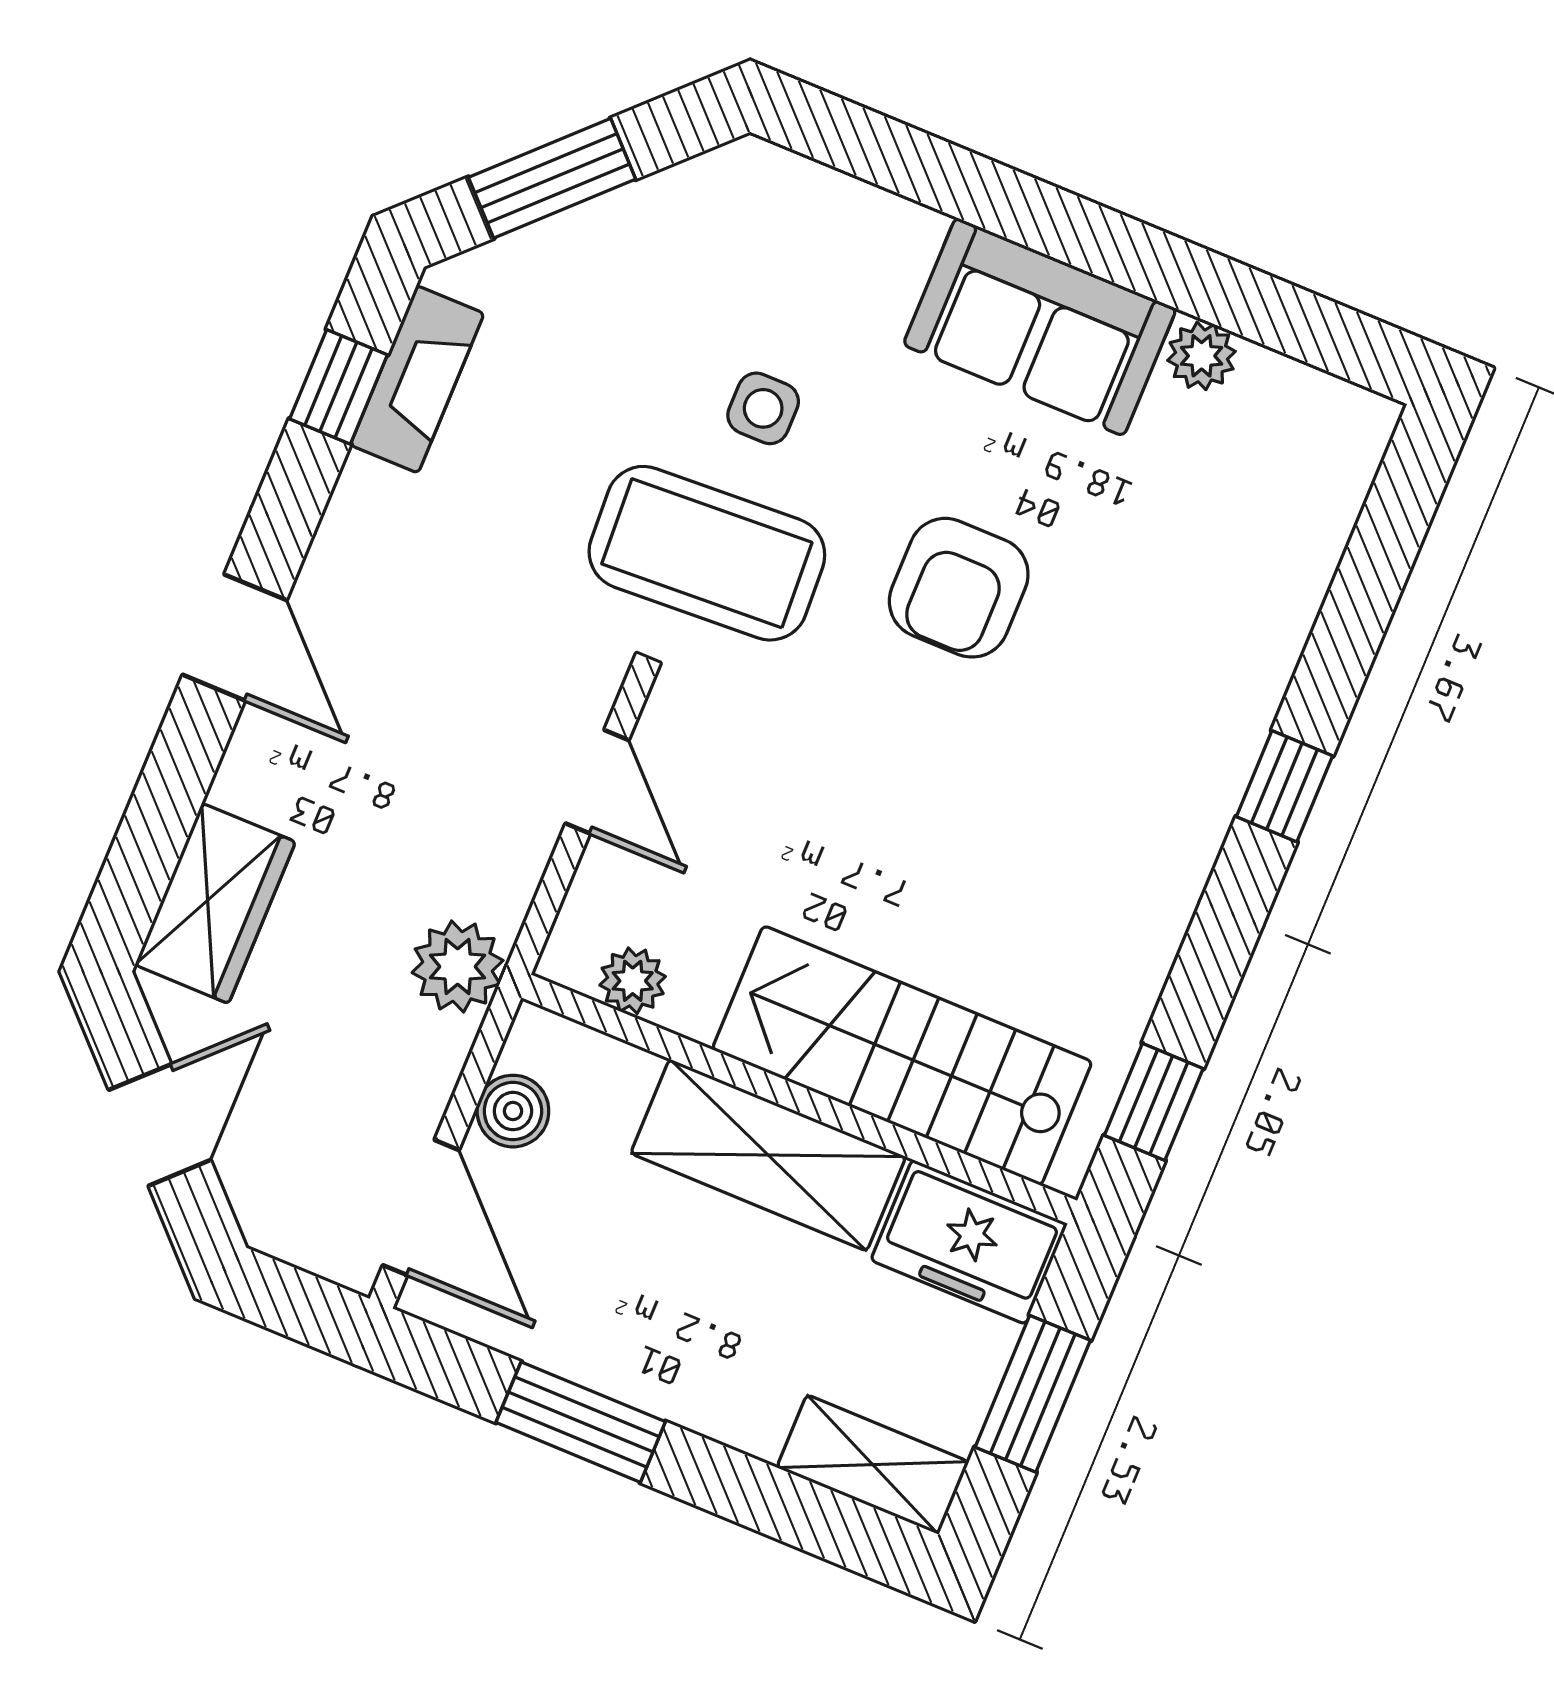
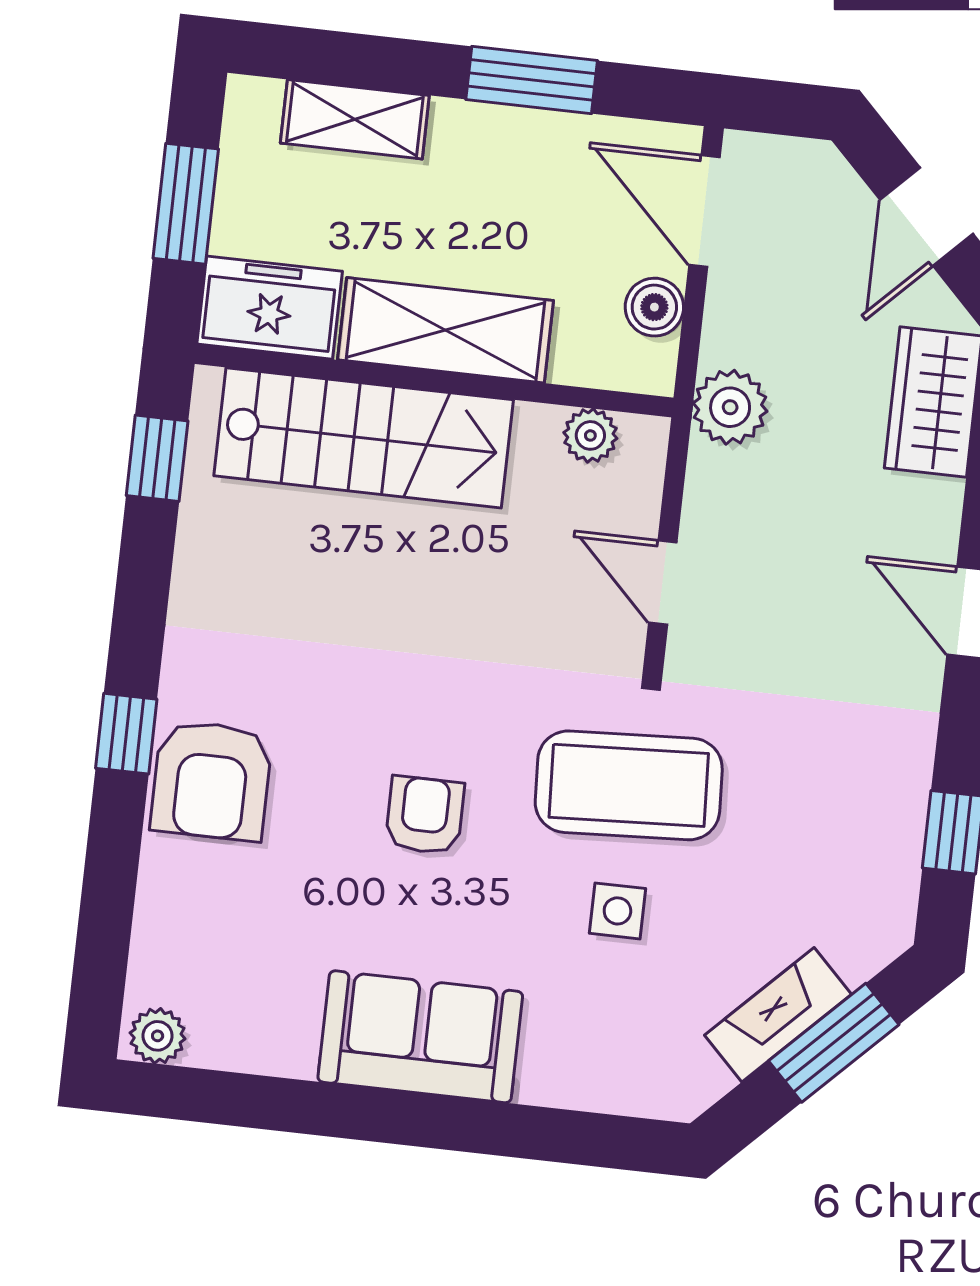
plant: (1202, 356) -> (158, 1036), moved
fireplace: (417, 379) -> (778, 1015), moved, turned 45
armchair: (959, 588) -> (425, 815), width x0.72, depth x0.72
armchair: (1200, 702) -> (211, 780), added
shelving: (873, 1465) -> (355, 119), moved

